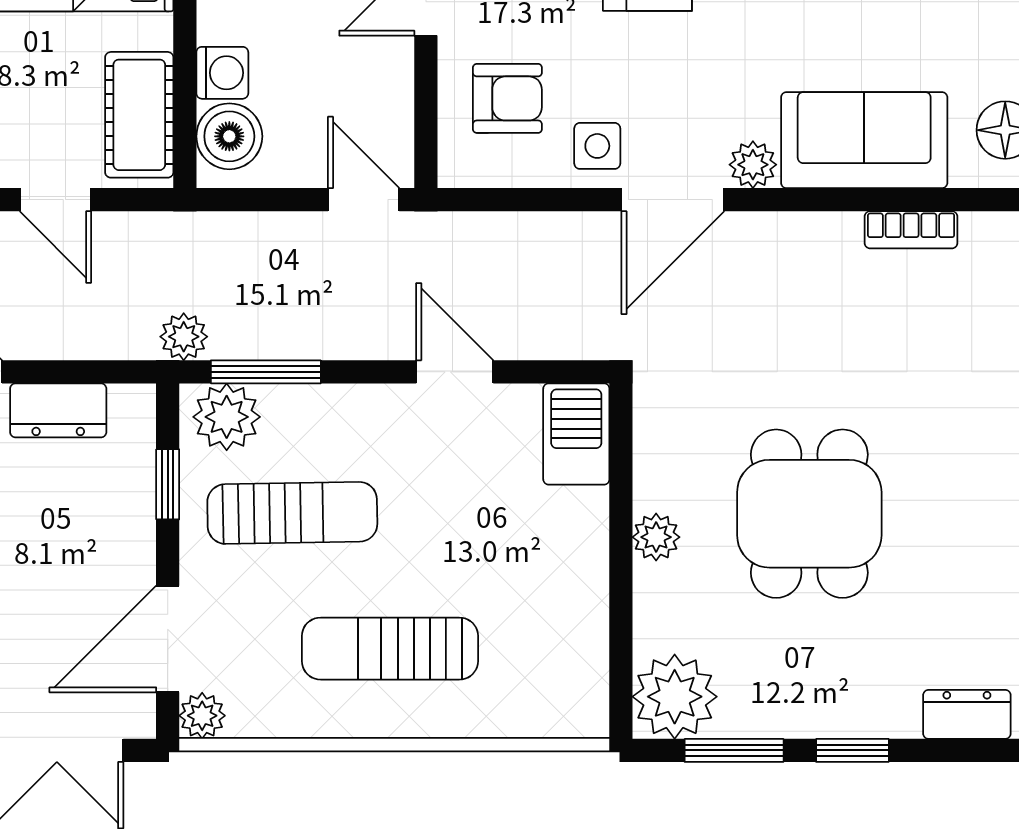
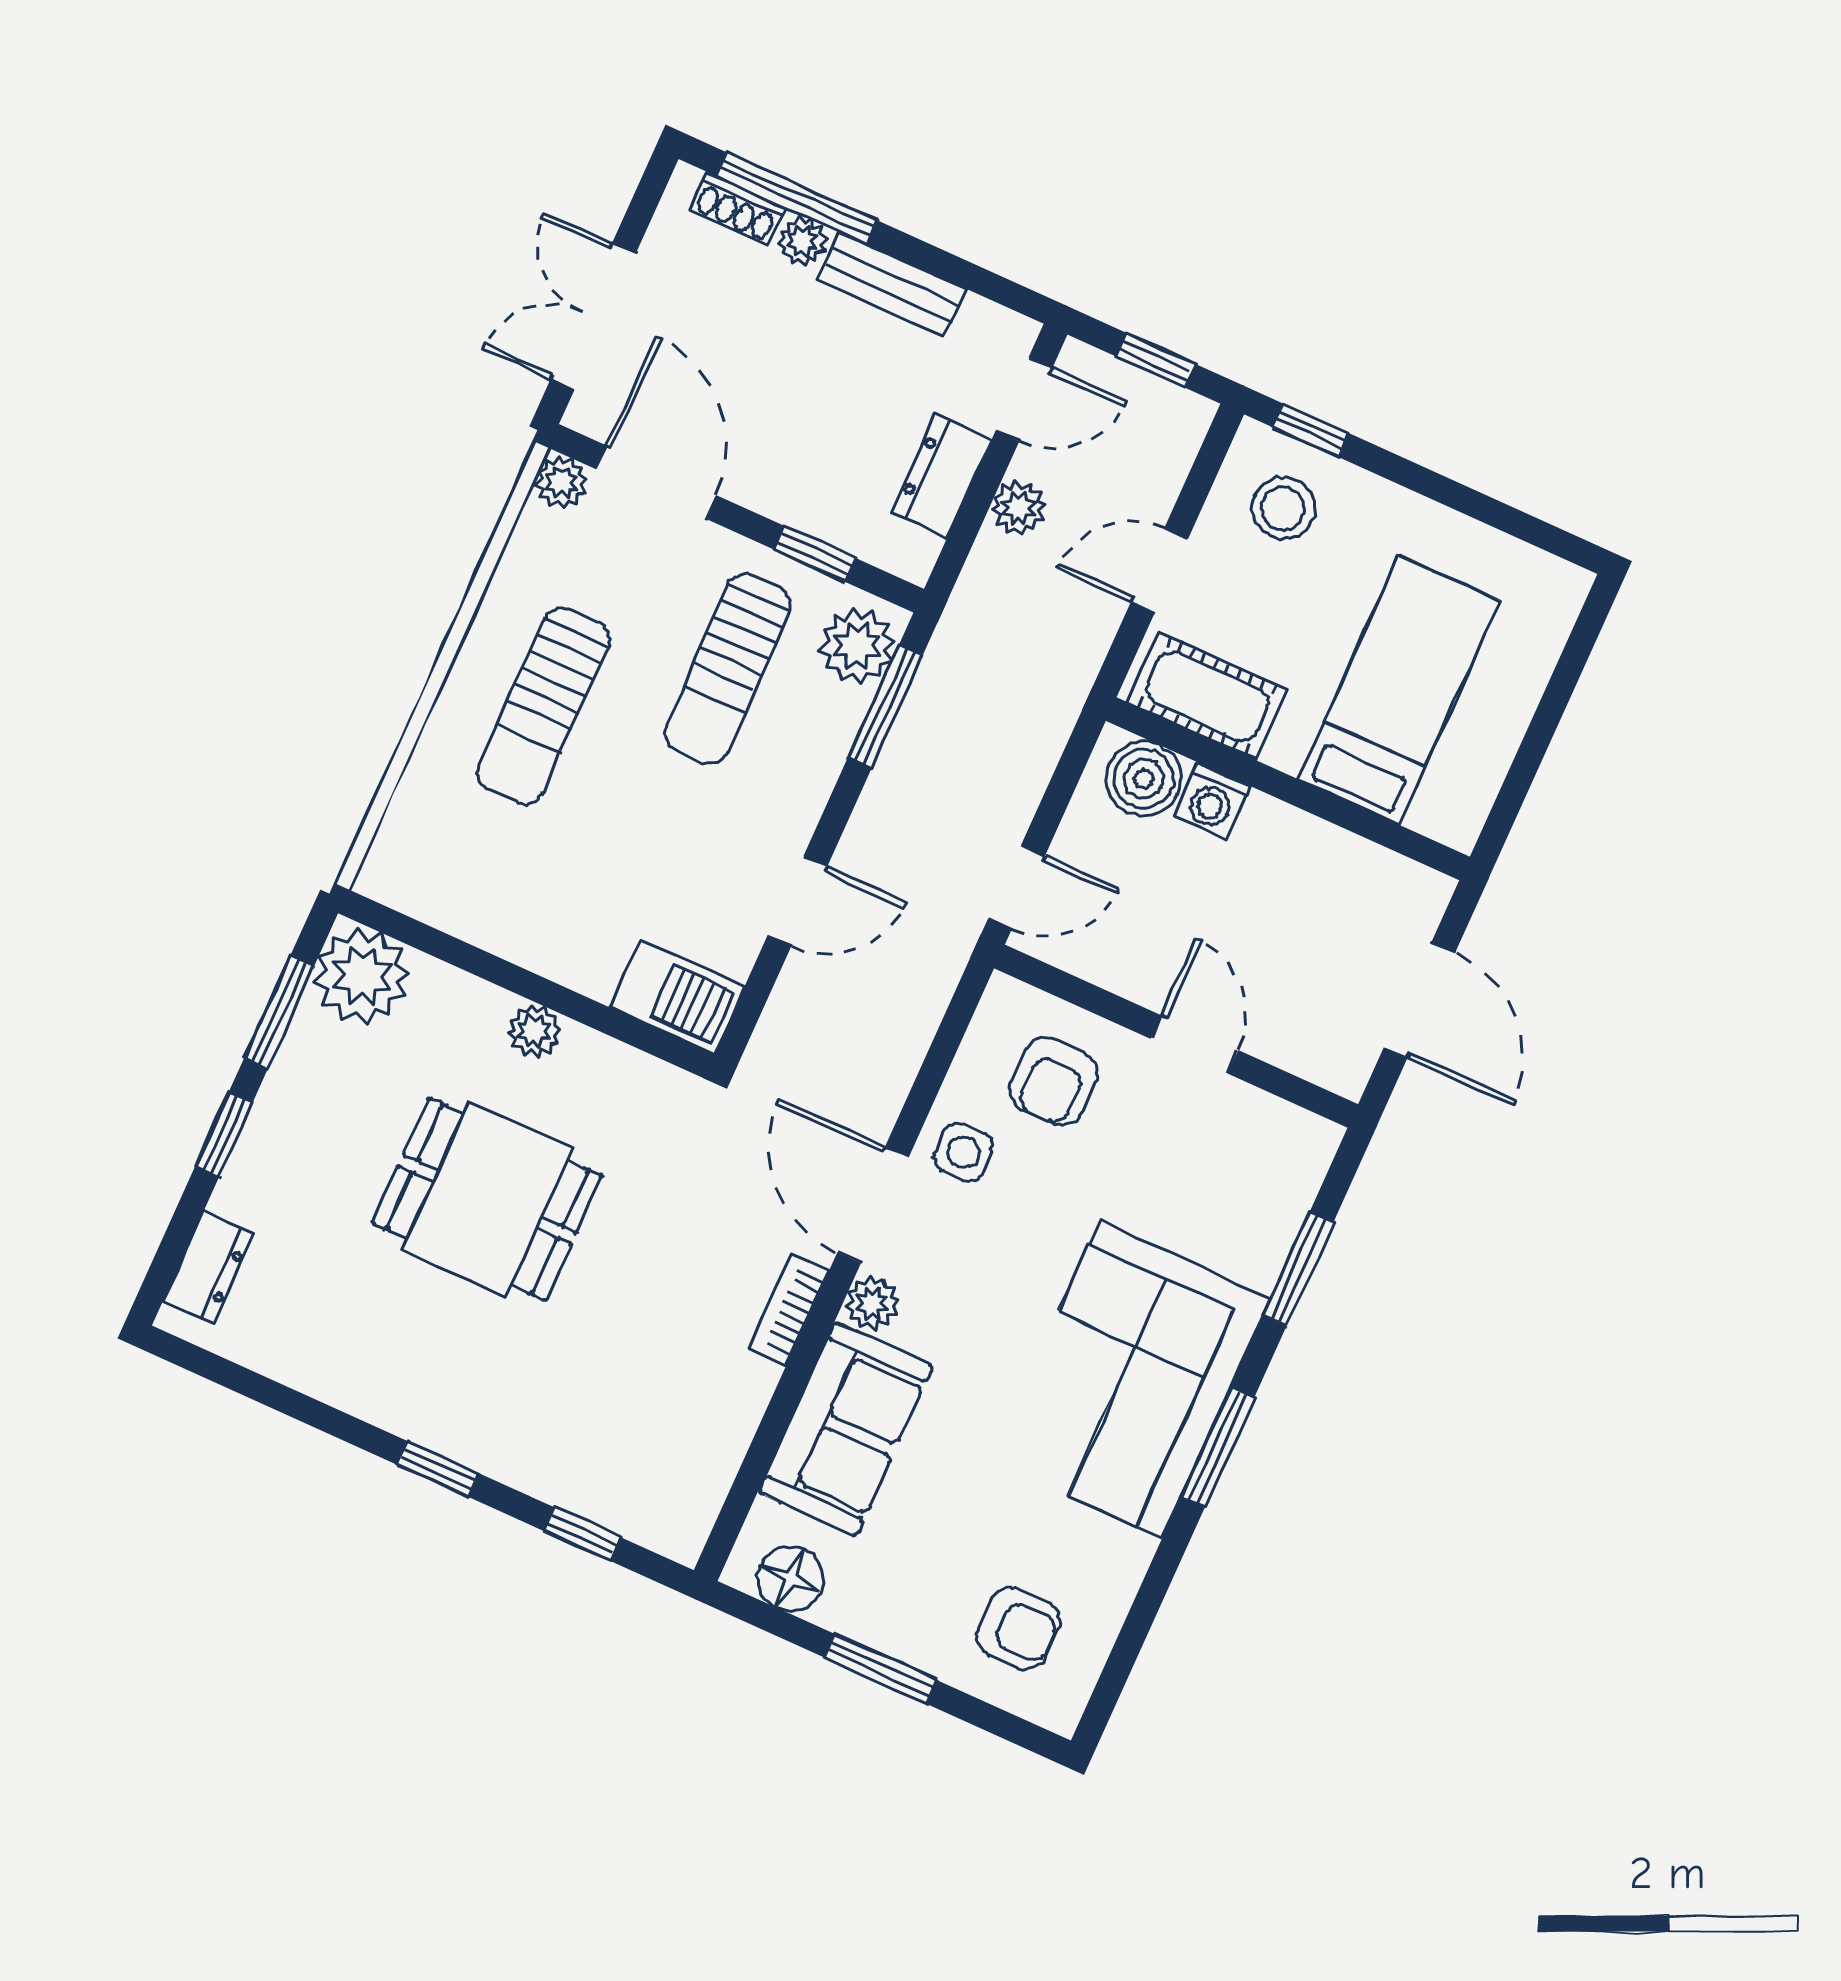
bookcase: (911, 230) -> (788, 1310), moved
plant: (184, 337) -> (1018, 508), moved
sun lounger: (390, 649) -> (543, 706), turned 180

